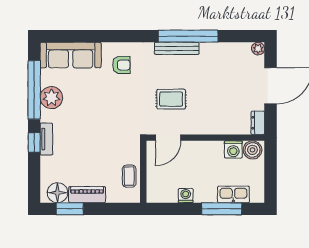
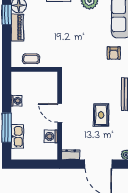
rug: (171, 99) -> (101, 115), moved
door: (168, 138) -> (60, 113), moved
boiler: (252, 150) -> (51, 151), removed

